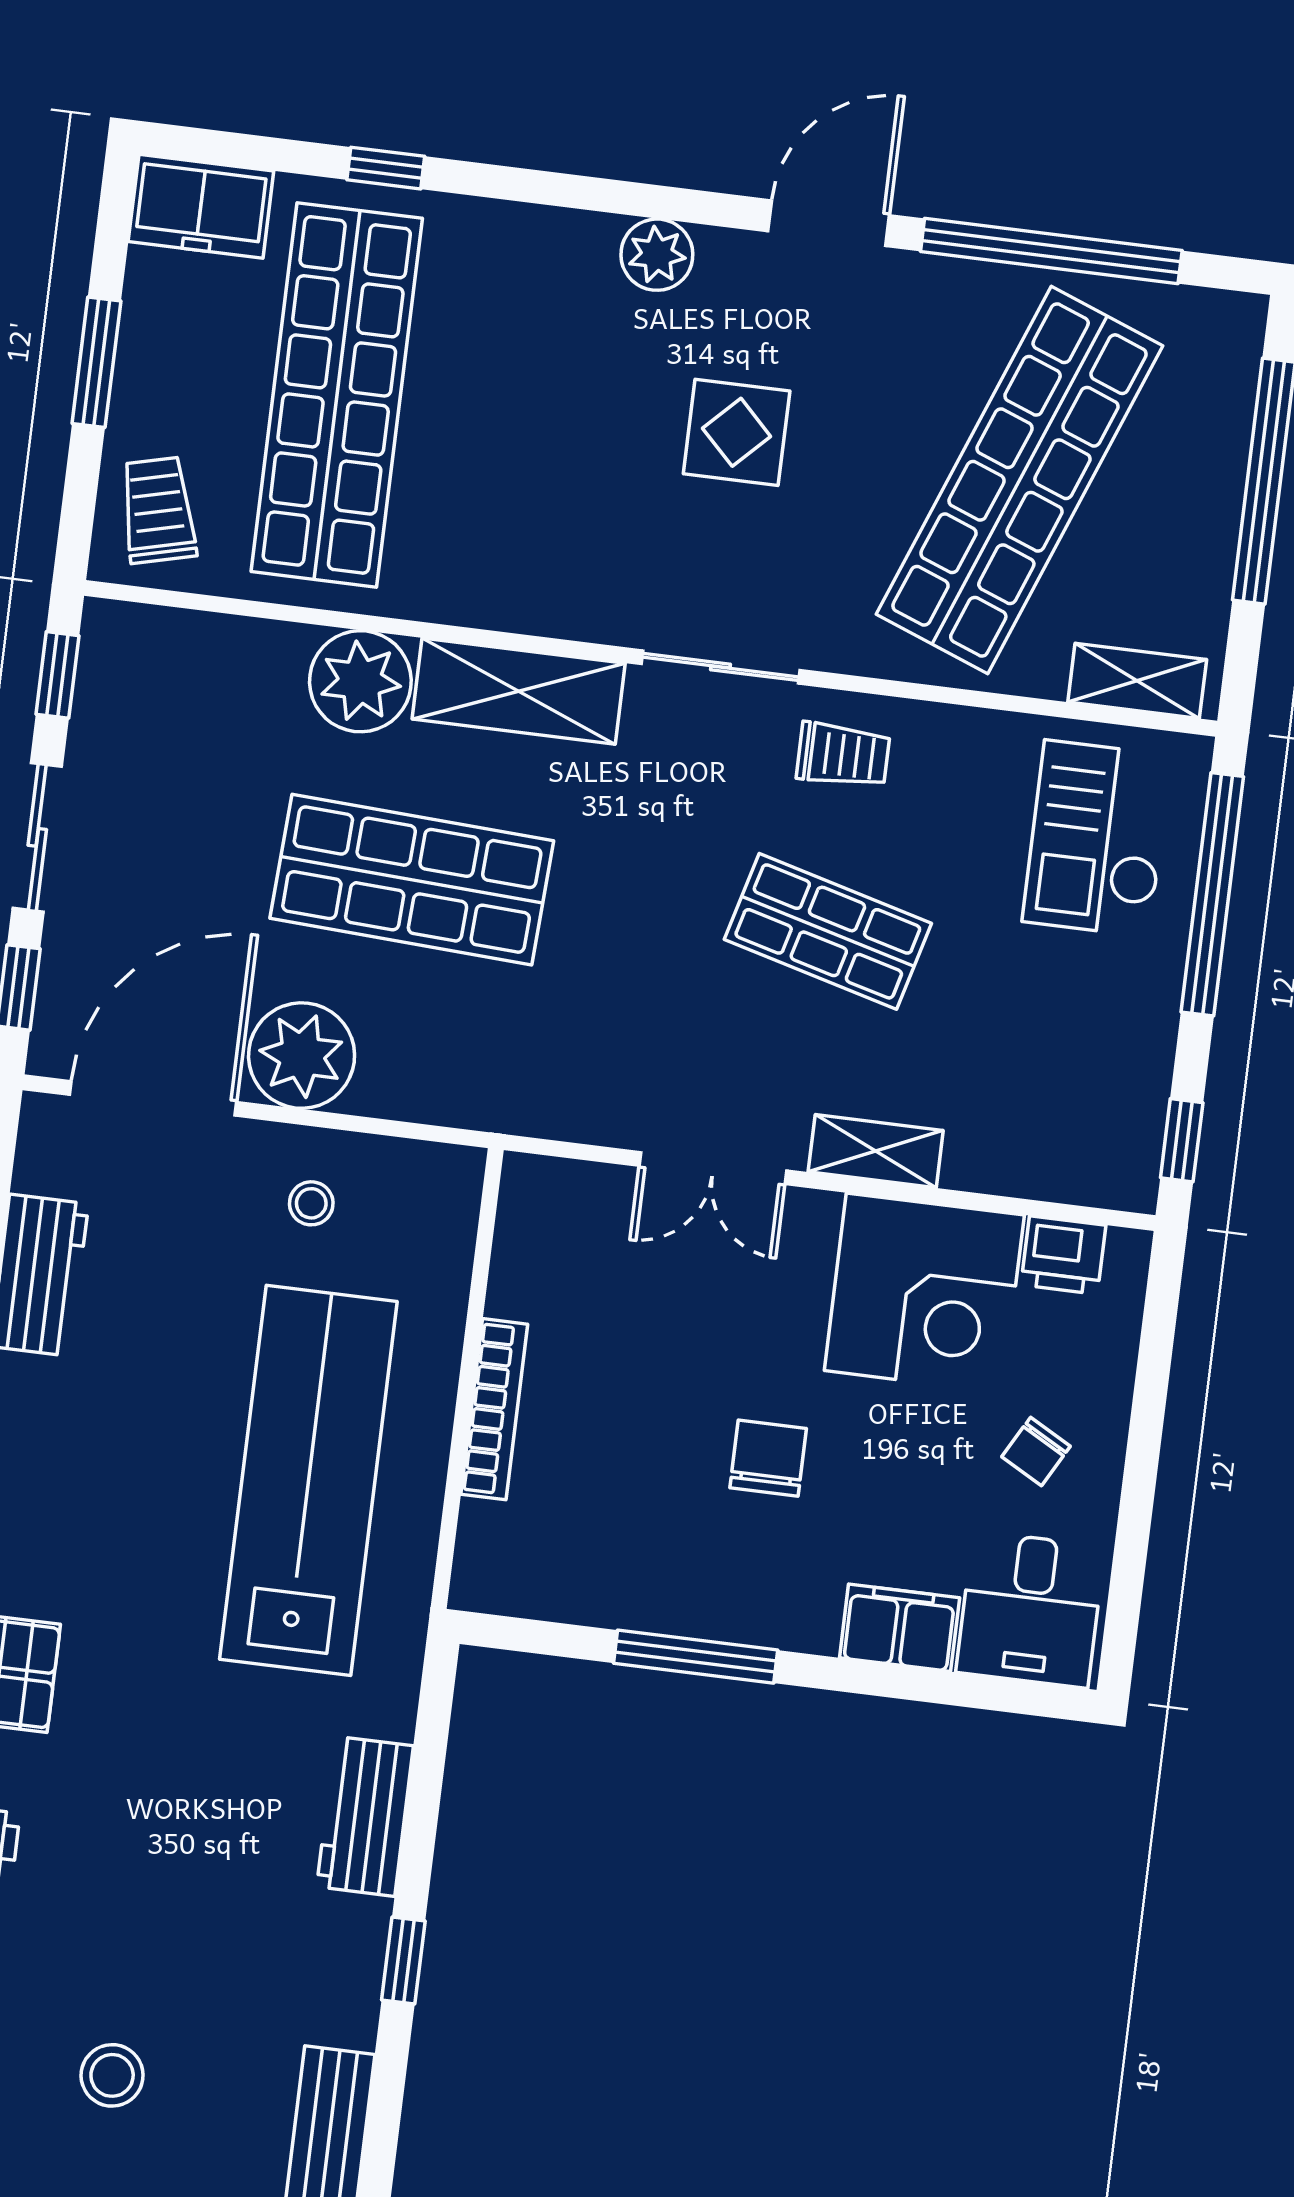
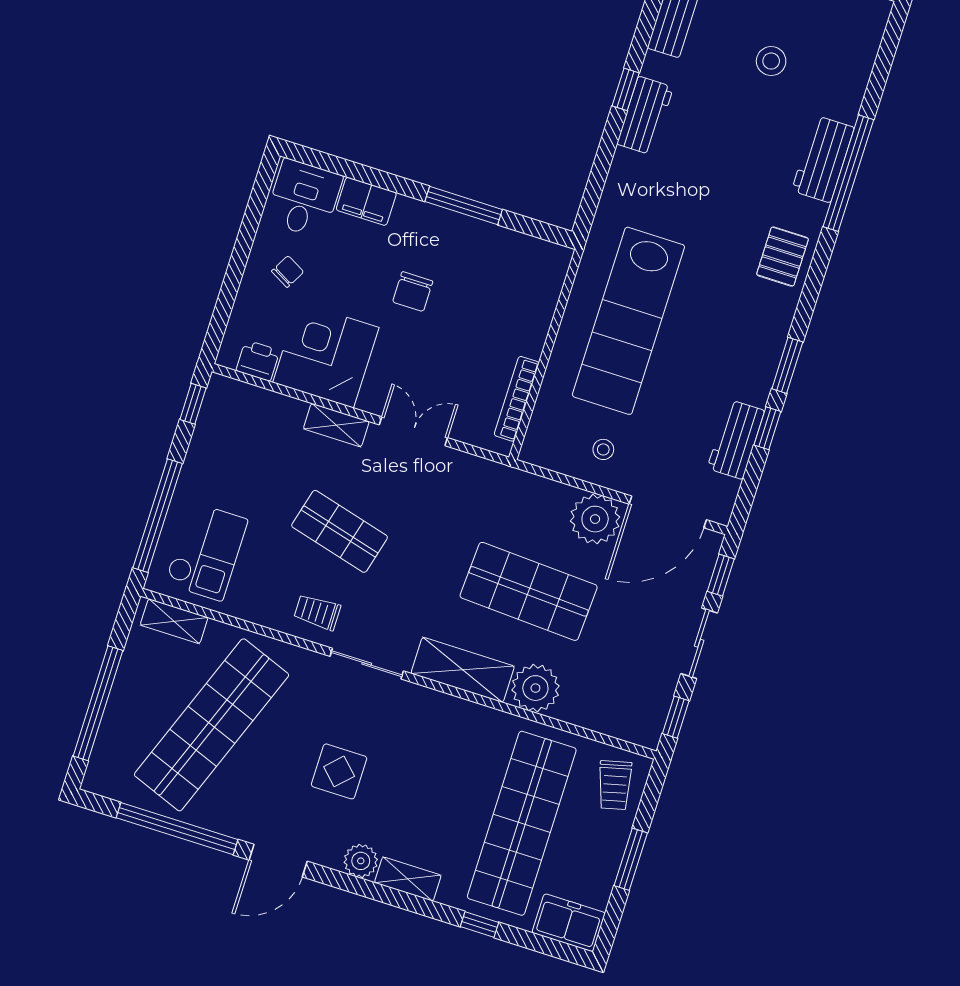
shelving: (552, 235) -> (408, 879), added
bookcase: (494, 1409) -> (517, 399), moved
workbench: (365, 1816) -> (645, 116), moved

